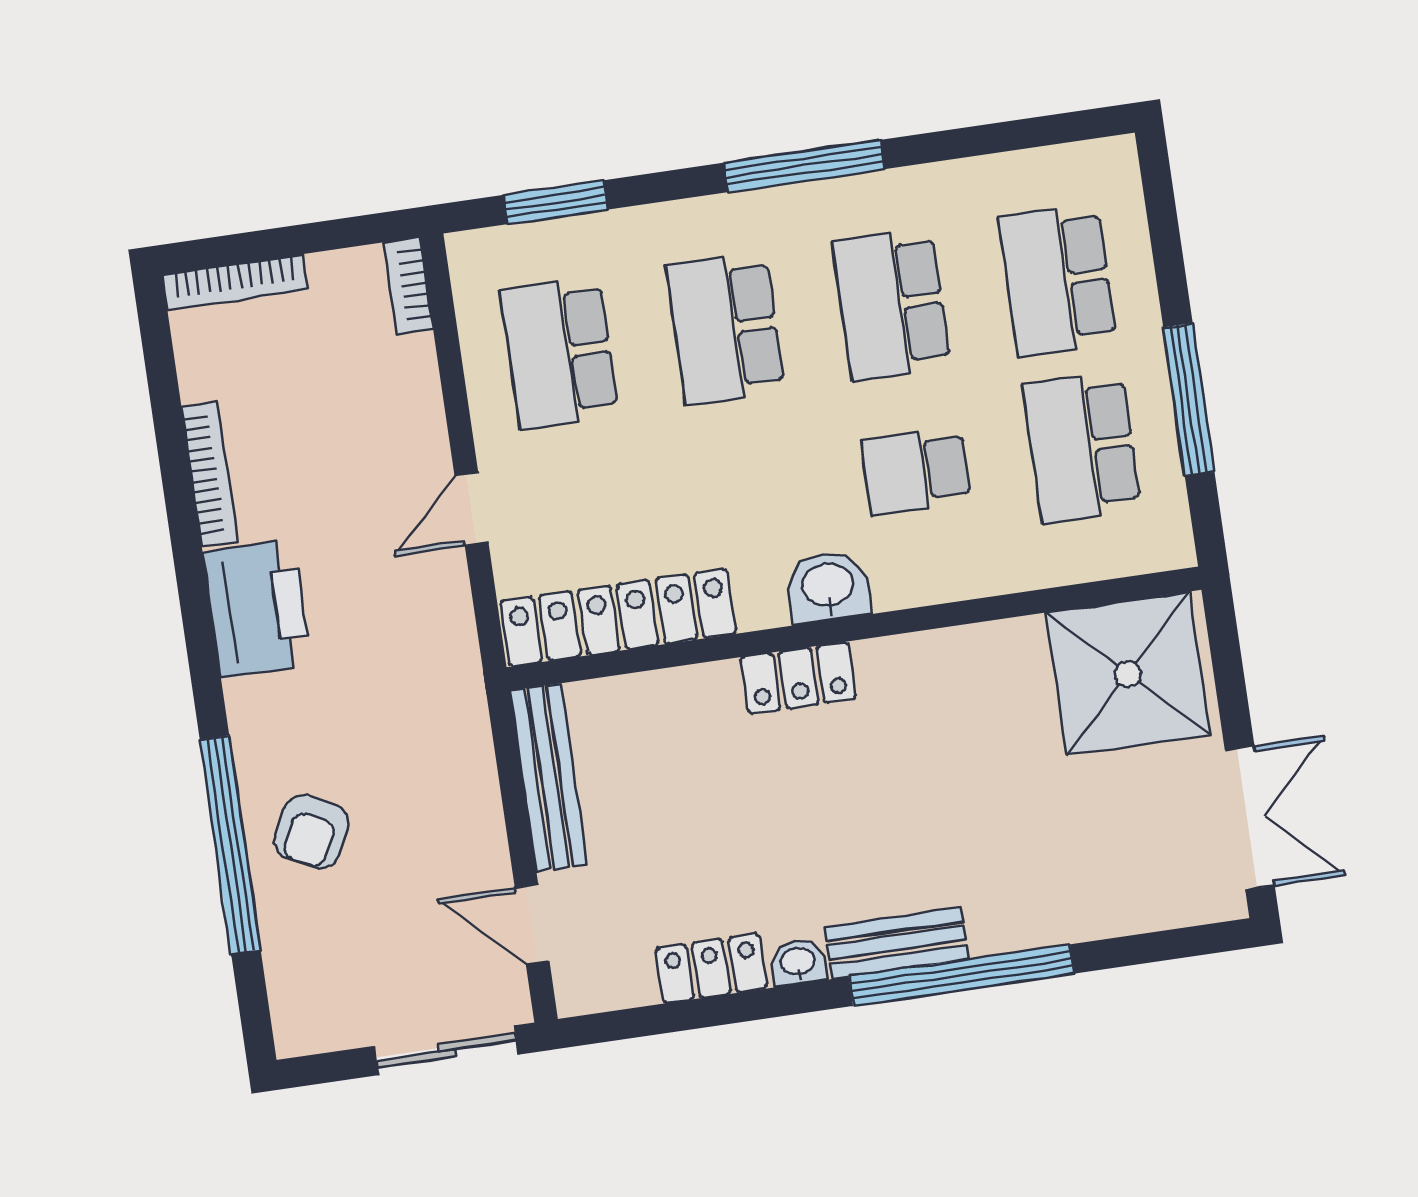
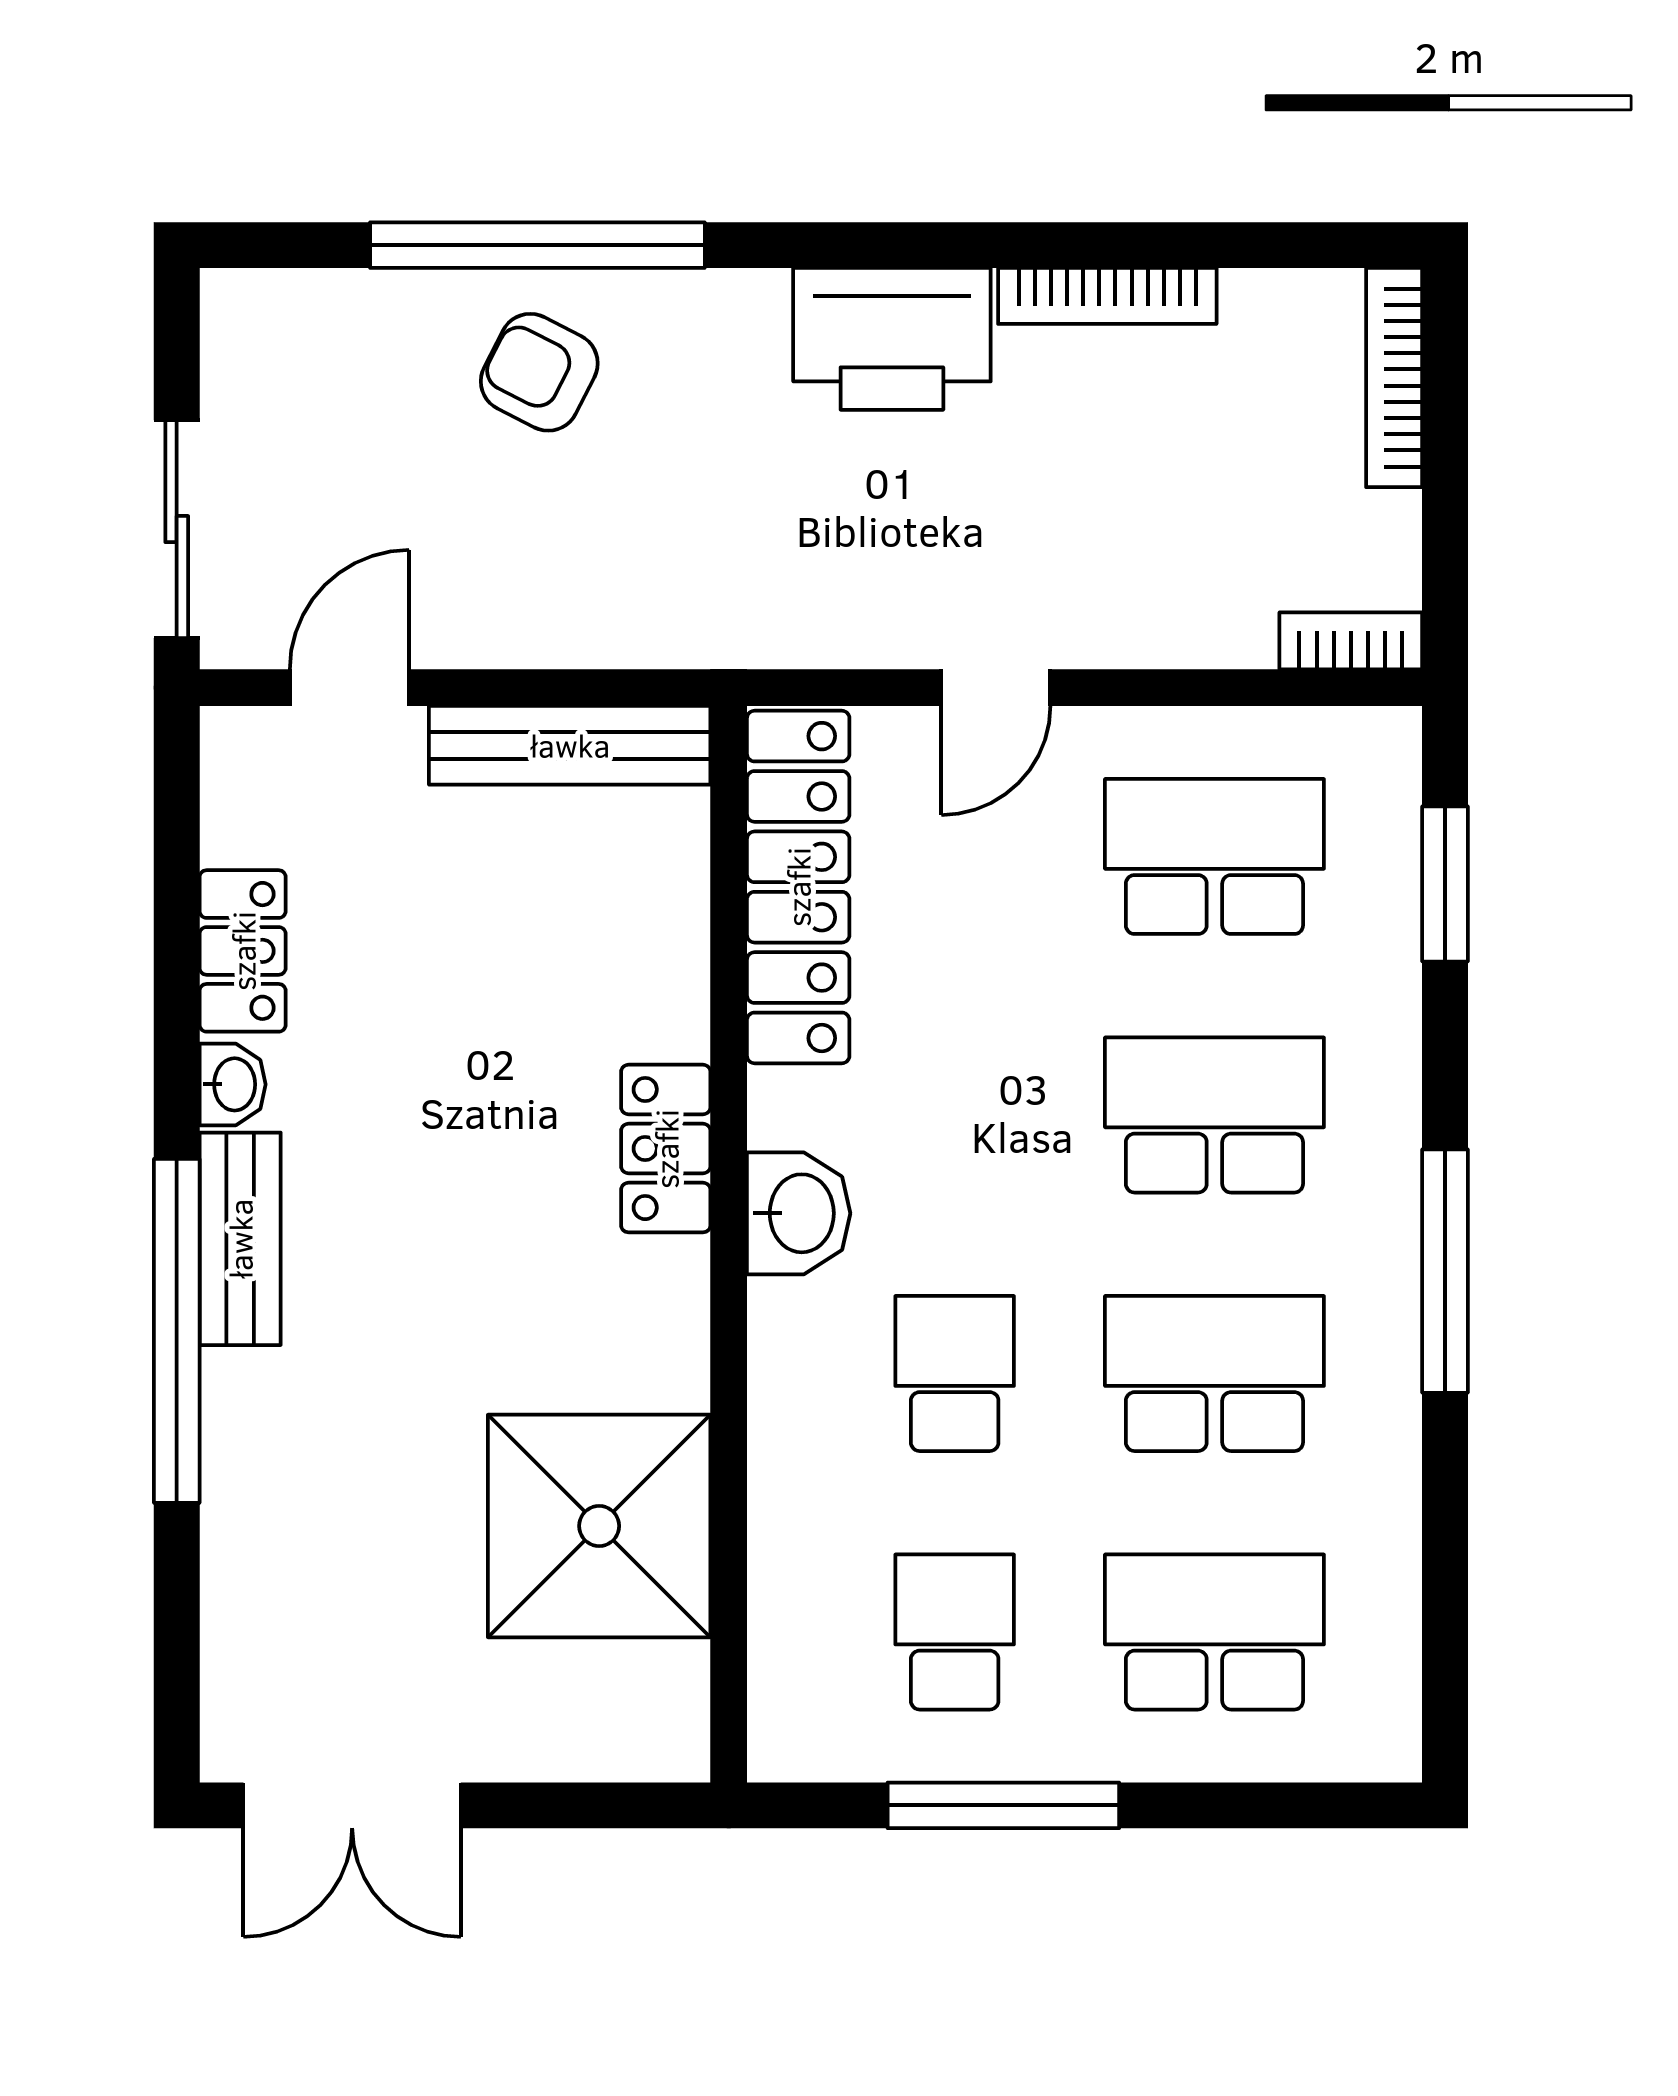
school desk: (1082, 447) -> (955, 1632), width x0.54
door: (472, 509) -> (996, 688), swing flipped
shower: (1128, 674) -> (599, 1526), moved

